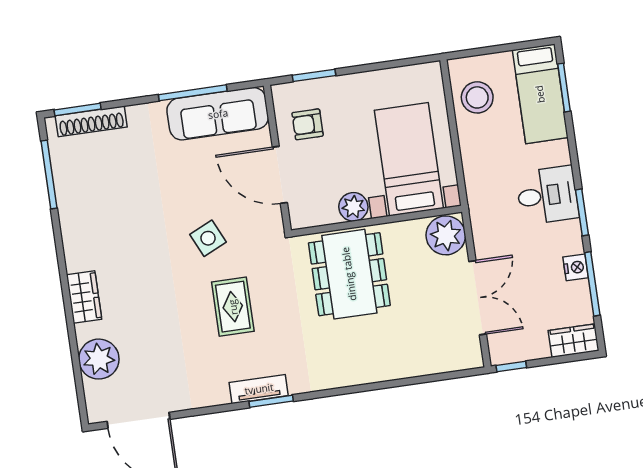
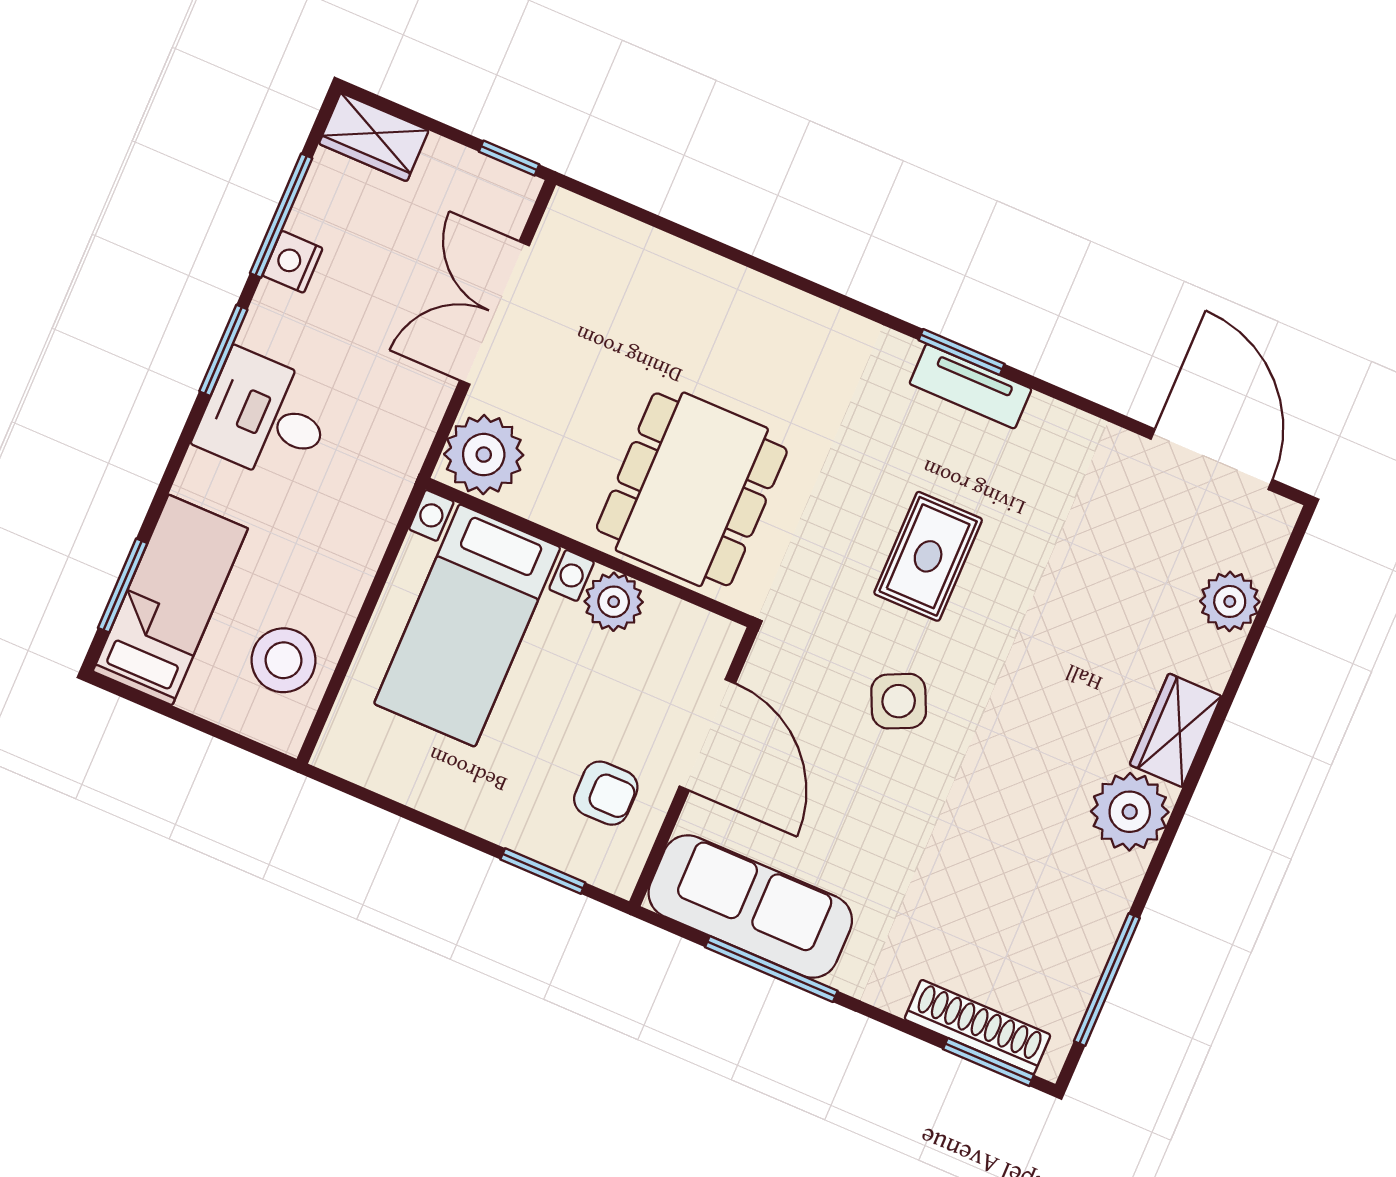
plant: (82, 251) -> (1130, 812), added
plant: (99, 359) -> (1230, 601), width x0.73, depth x0.73

